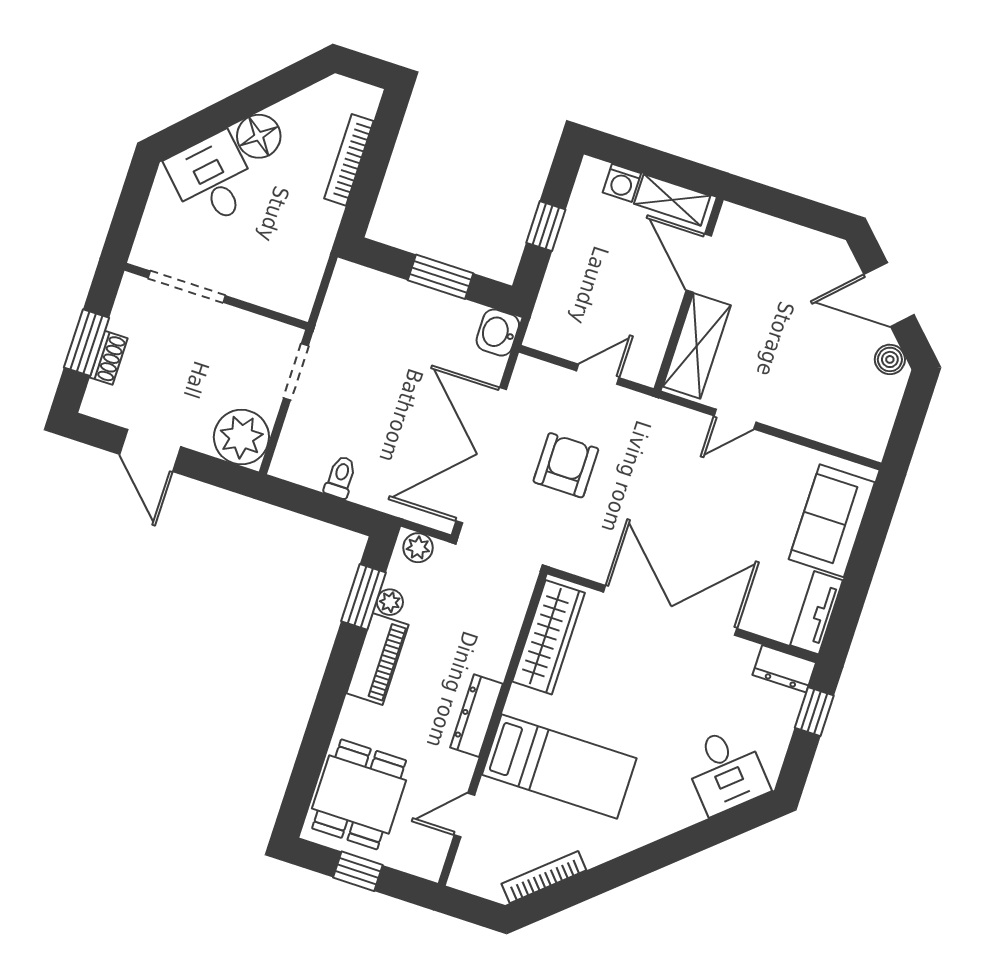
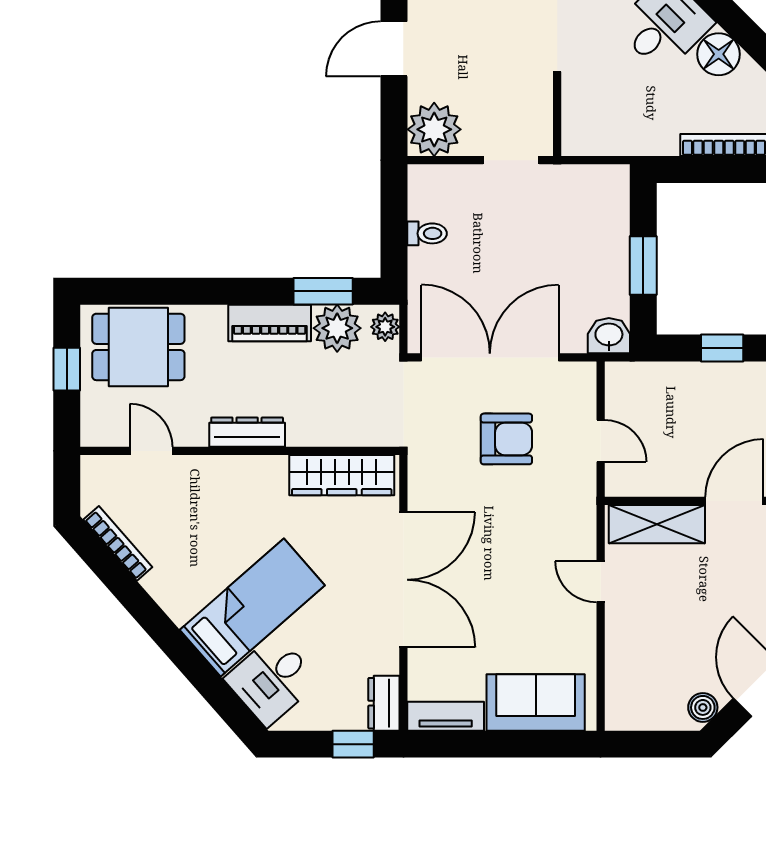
plant: (390, 602) -> (337, 328), width x1.88, depth x1.88
bed: (559, 766) -> (252, 608), moved, turned -131

